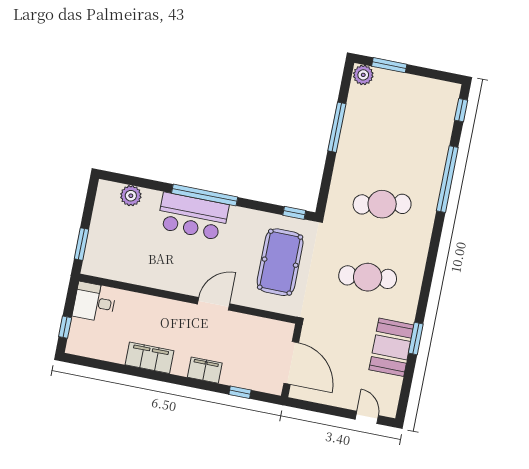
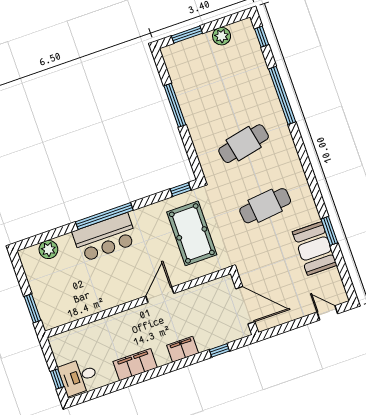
plant: (363, 75) -> (222, 36), moved
desk: (94, 302) -> (79, 377), moved

